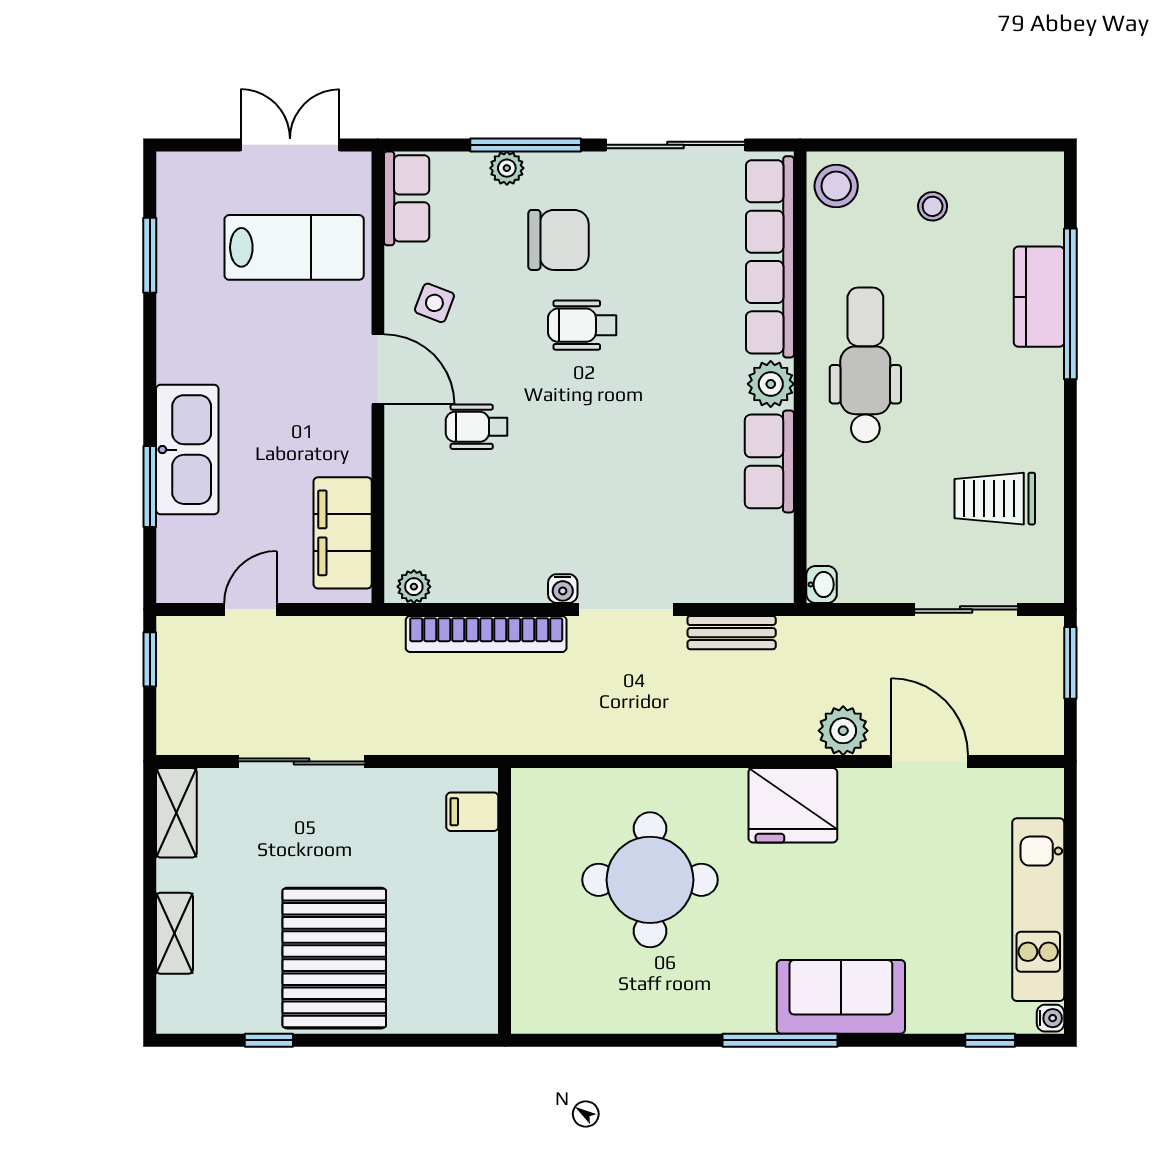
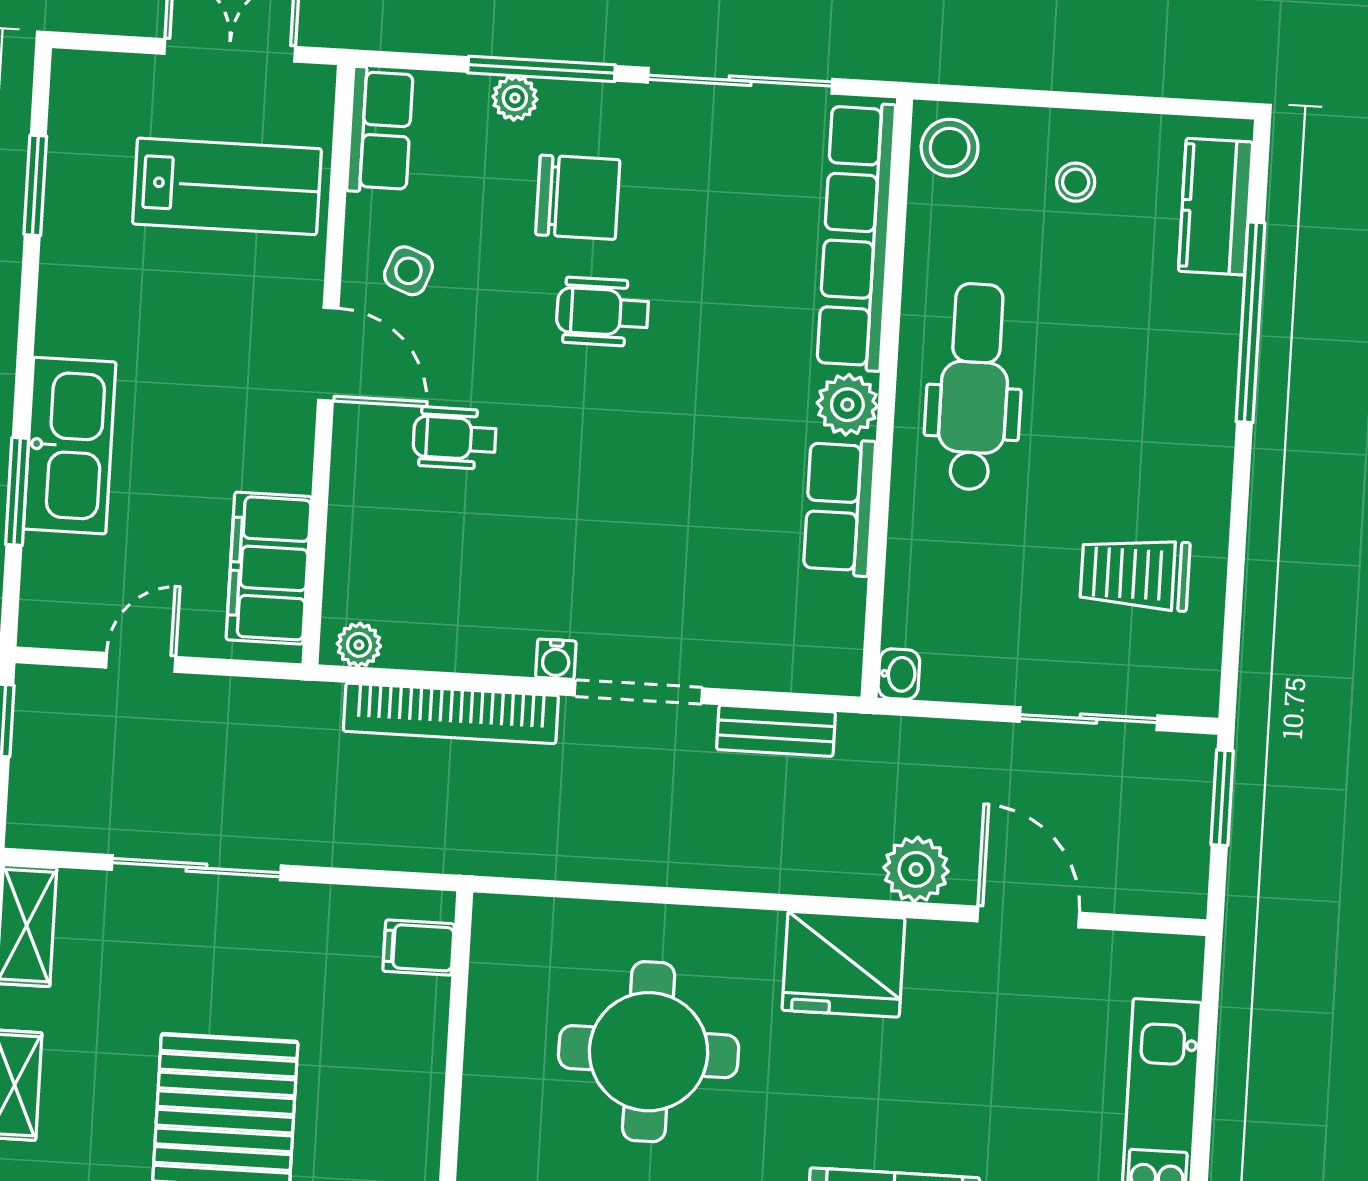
kitchen counter: (1039, 297) -> (1216, 207), moved

